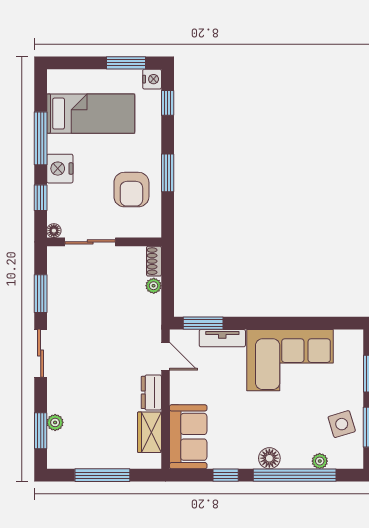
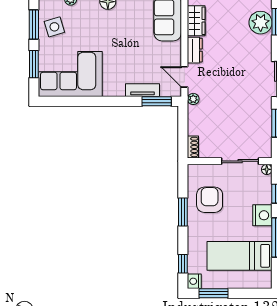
plant: (154, 286) -> (193, 99), moved
corner sofa: (290, 360) -> (70, 74), moved
plant: (55, 422) -> (261, 23), width x1.87, depth x1.87

